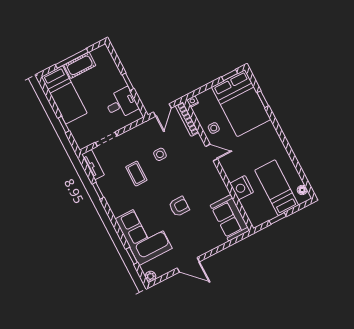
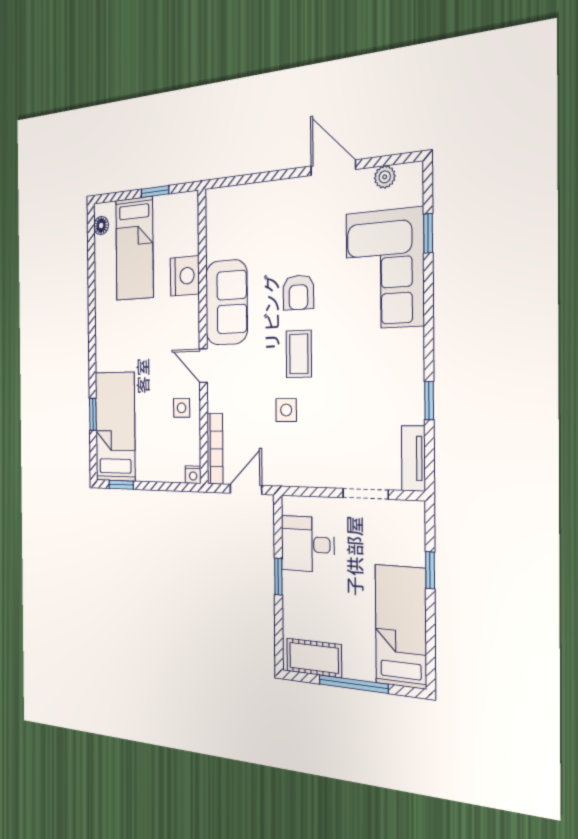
cot: (80, 65) -> (314, 658), moved
bed: (241, 103) -> (115, 427), width x0.67
coffee table: (136, 174) -> (299, 354), moved
armchair: (179, 206) -> (298, 292), turned -90
sofa: (230, 218) -> (226, 302), moved
plant: (150, 276) -> (385, 177), moved

